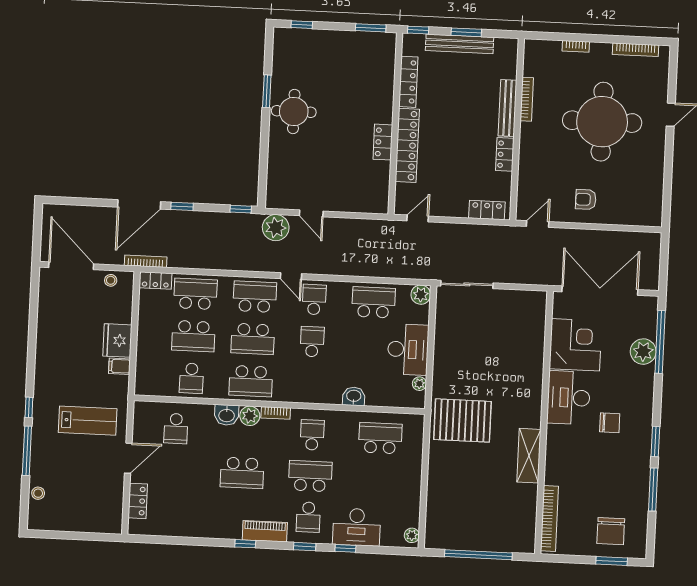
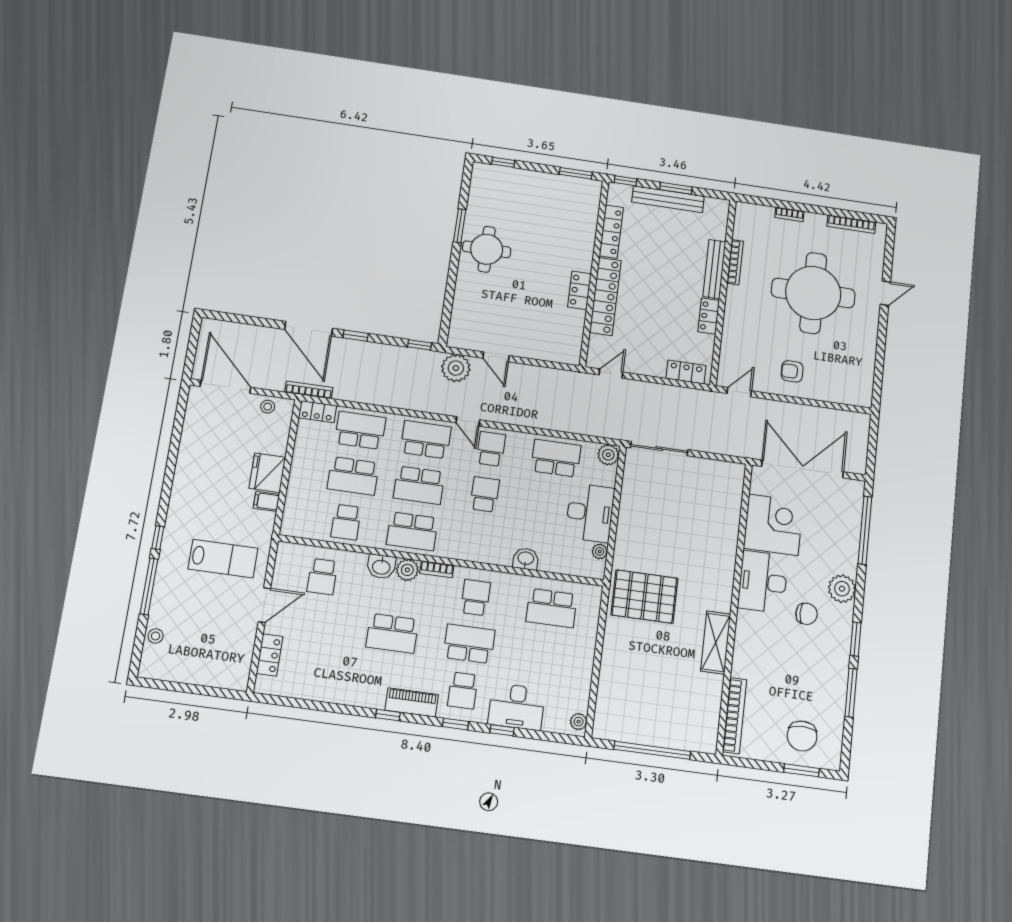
door: (139, 204) -> (309, 329), hinge flipped
plant: (643, 352) -> (842, 589), moved
school desk: (380, 438) -> (552, 608), turned 180

